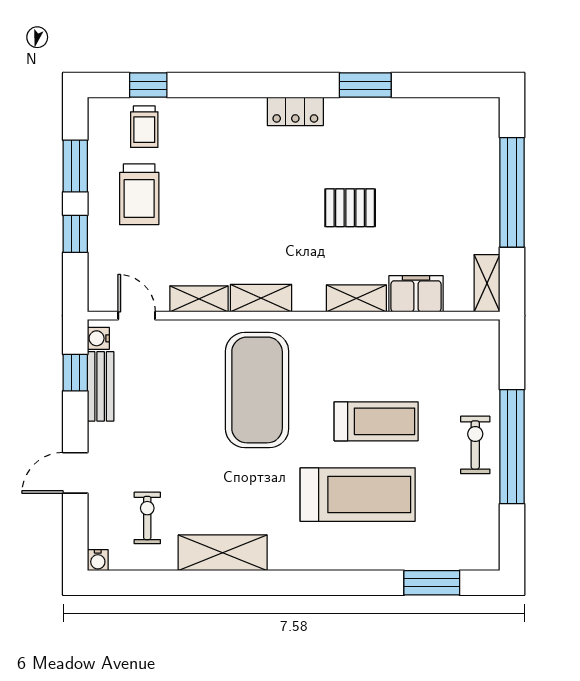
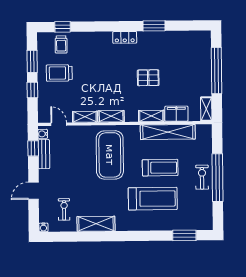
trolley: (139, 194) -> (59, 73), turned 90
shelving: (395, 337) -> (168, 132), added

